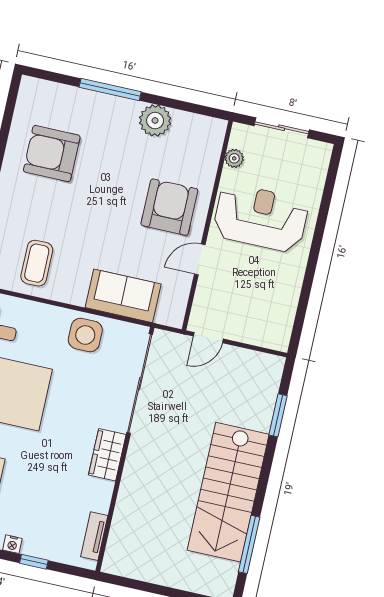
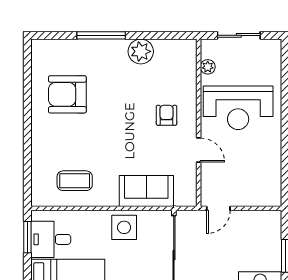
armchair: (169, 207) -> (166, 115), width x0.53, depth x0.53
reception desk: (261, 218) -> (238, 108), turned 180
door: (200, 259) -> (199, 150), swing flipped
coffee table: (37, 263) -> (75, 181), turned 90

